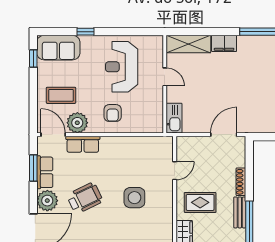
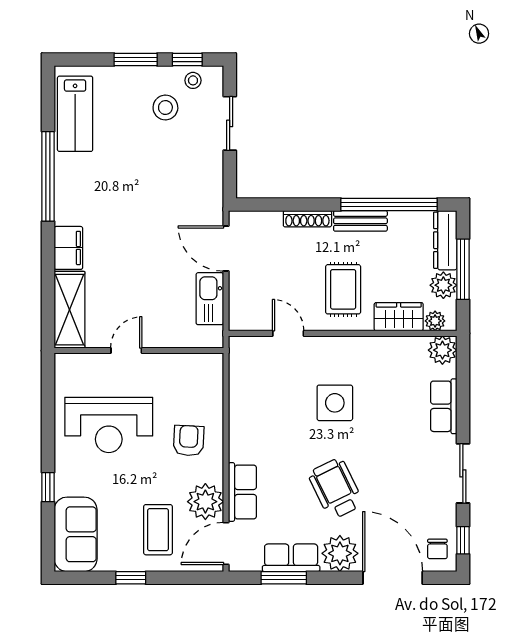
window: (33, 58) -> (131, 578), moved
armchair: (113, 113) -> (189, 441), turned -87
kitchen sink: (174, 118) -> (210, 299), moved, turned -90

